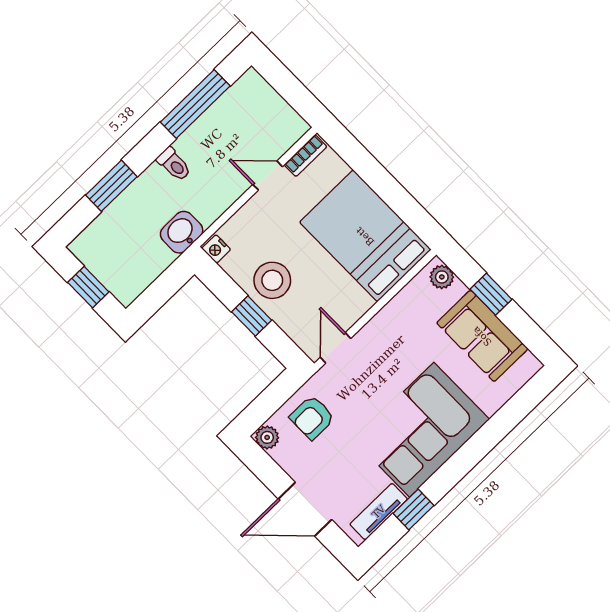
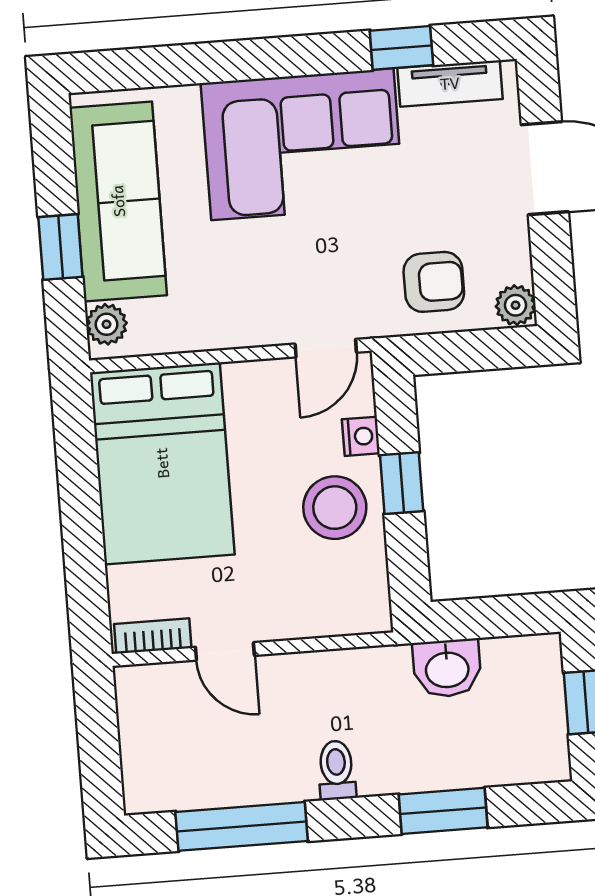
washbasin: (182, 232) -> (447, 668), moved
nightstand: (216, 249) -> (361, 436), moved
sofa: (482, 336) -> (118, 201), width x1.36

